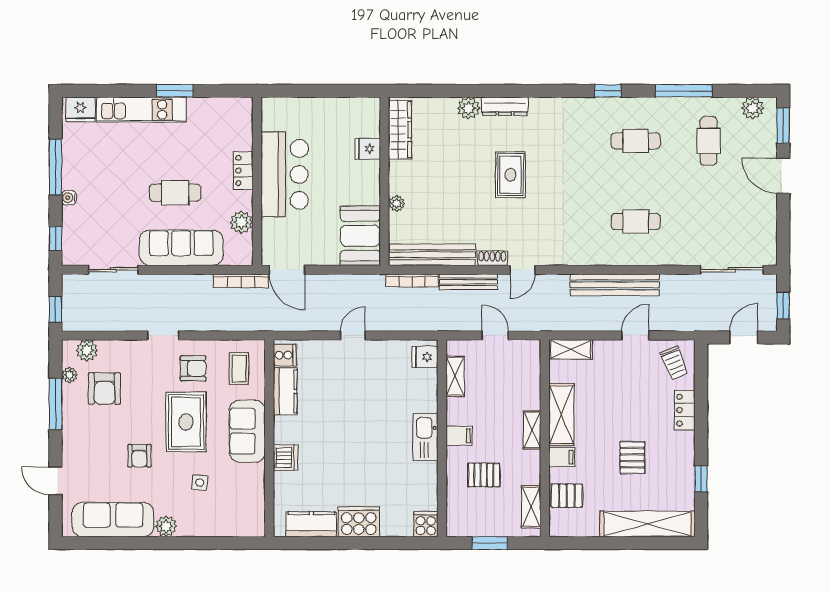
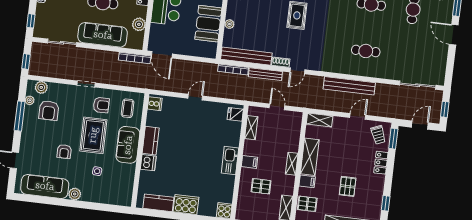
booth: (360, 236) -> (208, 24), moved
window: (701, 366) -> (393, 139), added
kitchen counter: (285, 391) -> (151, 141), moved

